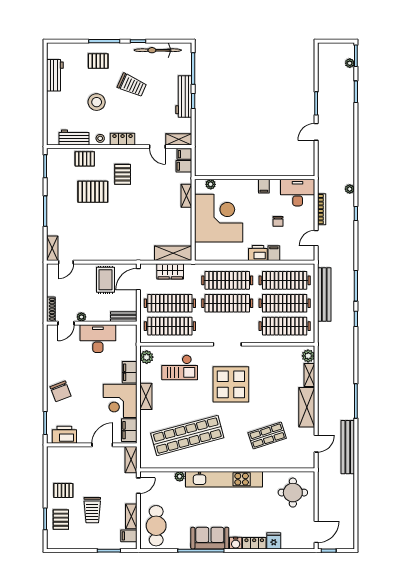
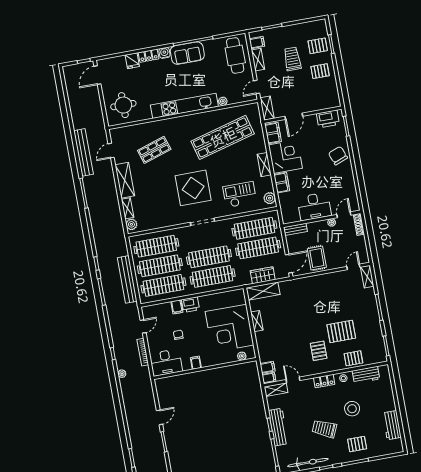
shelving: (186, 196) -> (257, 321), moved
pallet: (61, 520) -> (318, 46), turned 90

